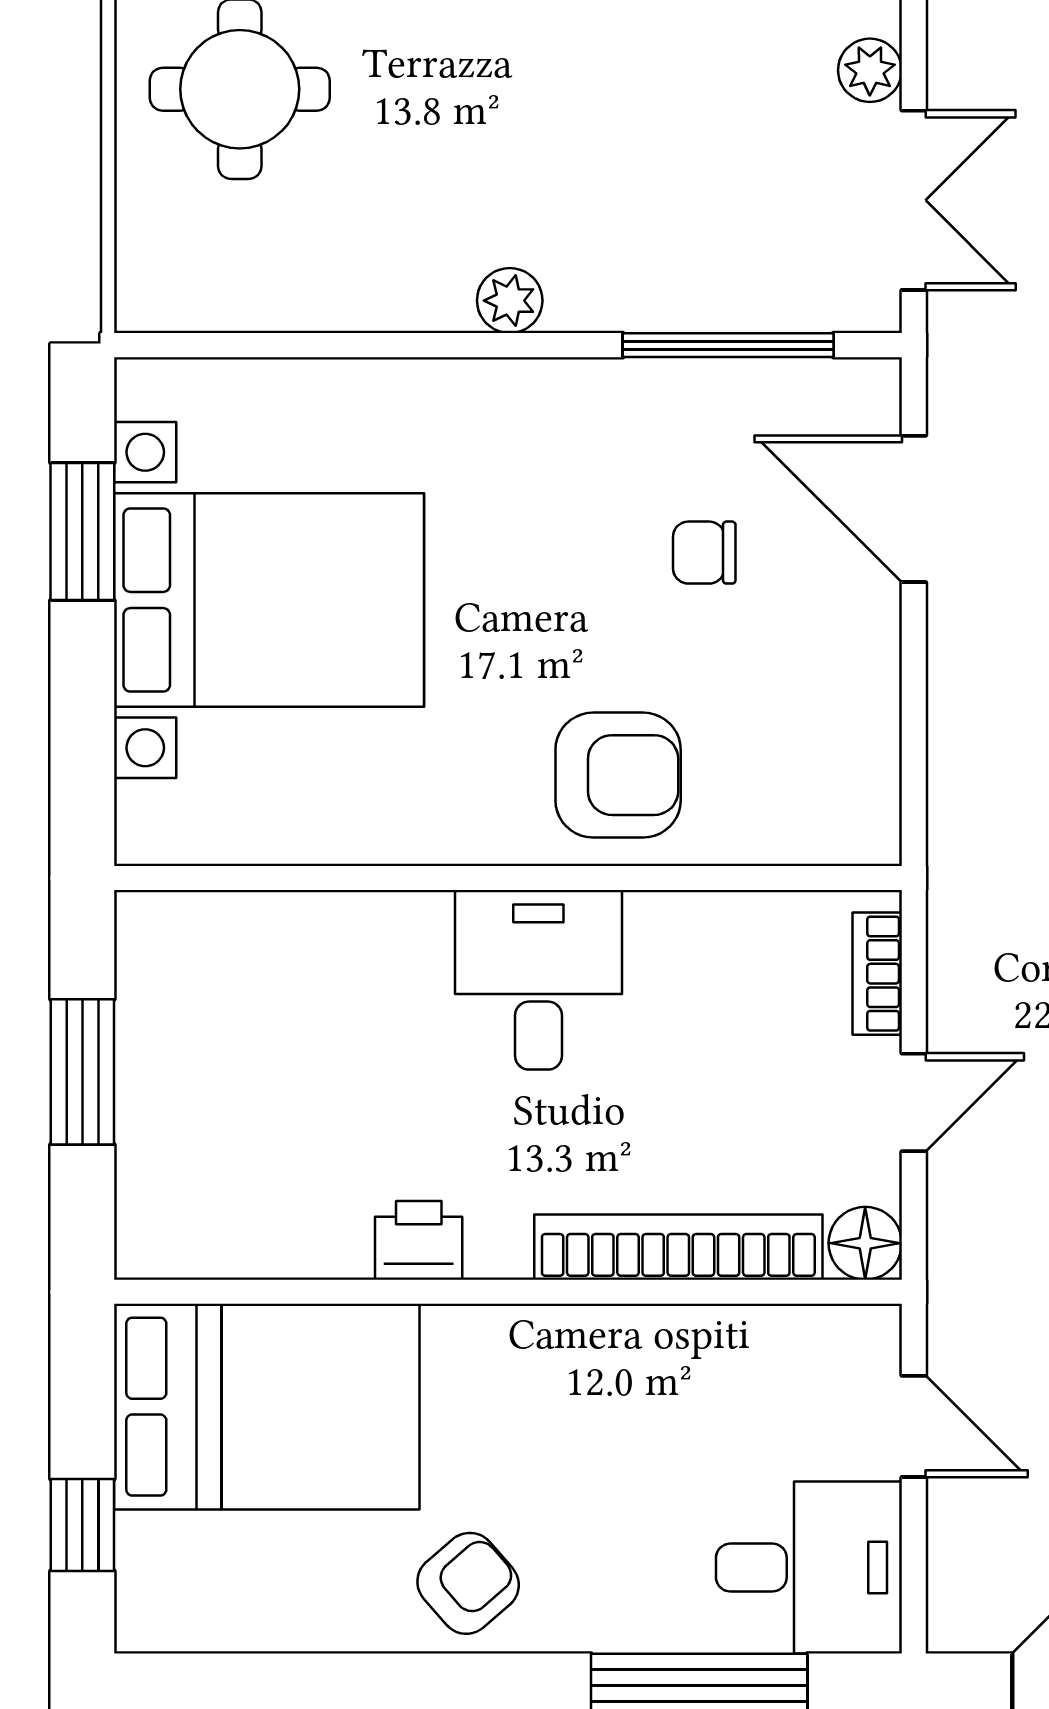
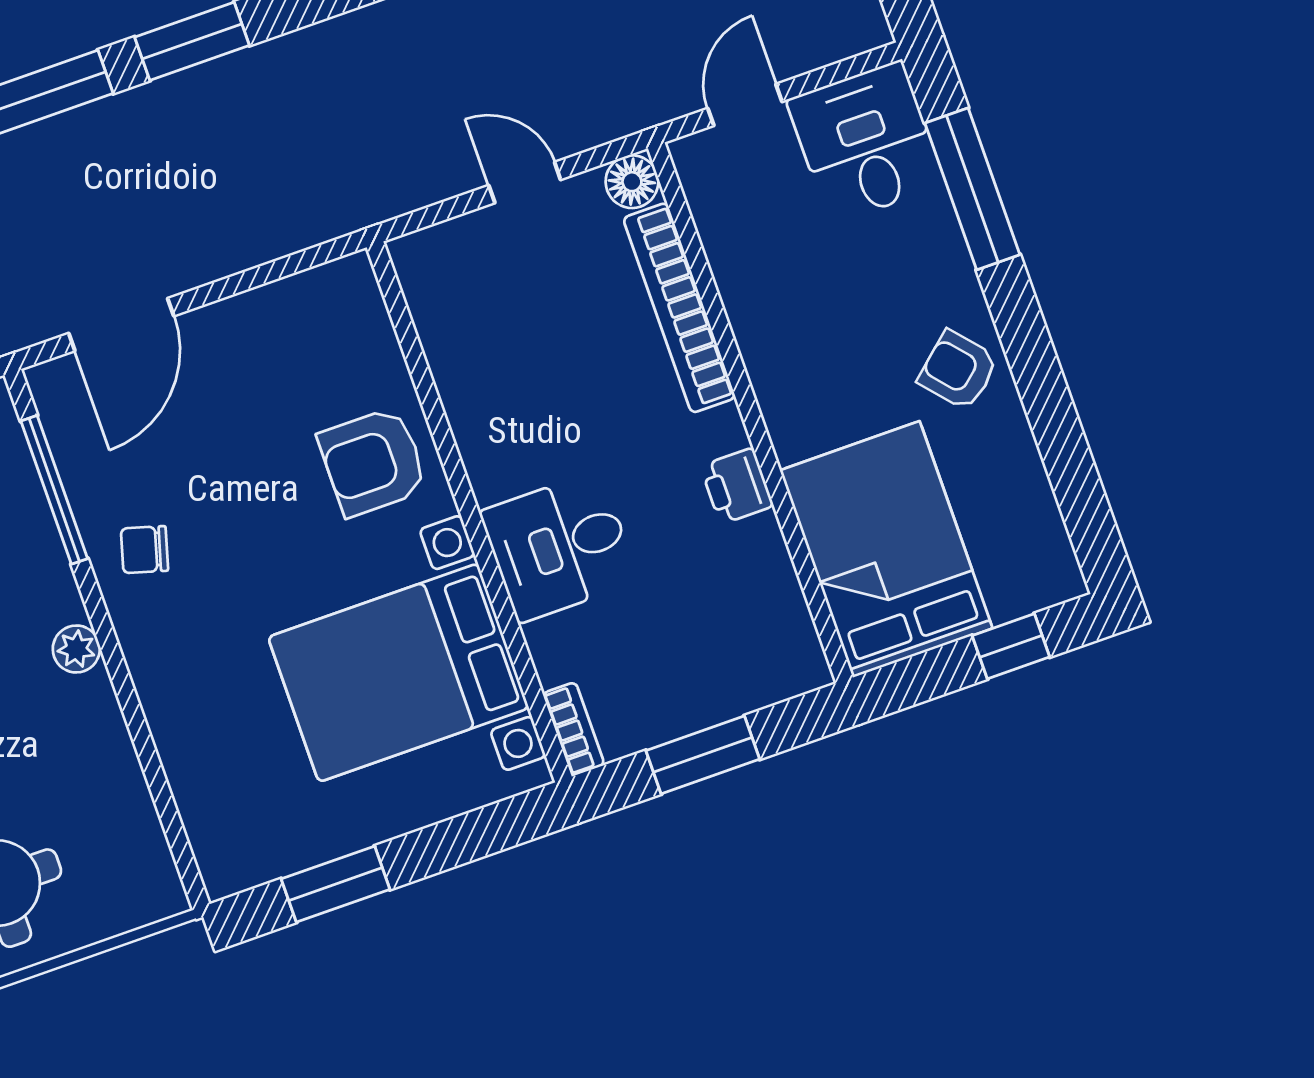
chair: (704, 553) -> (144, 550), moved, turned 106
bed with nightstands: (269, 600) -> (398, 673), moved, turned -90
armchair: (618, 775) -> (373, 462), turned -90
bookcase: (877, 974) -> (574, 729), moved, turned -90
desk: (538, 980) -> (559, 547), moved

